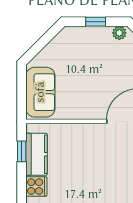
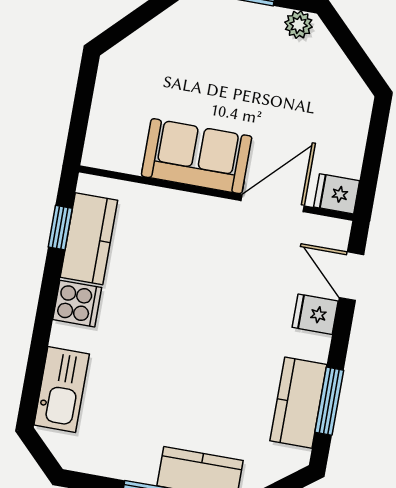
sofa: (40, 92) -> (197, 156), moved, turned -90

